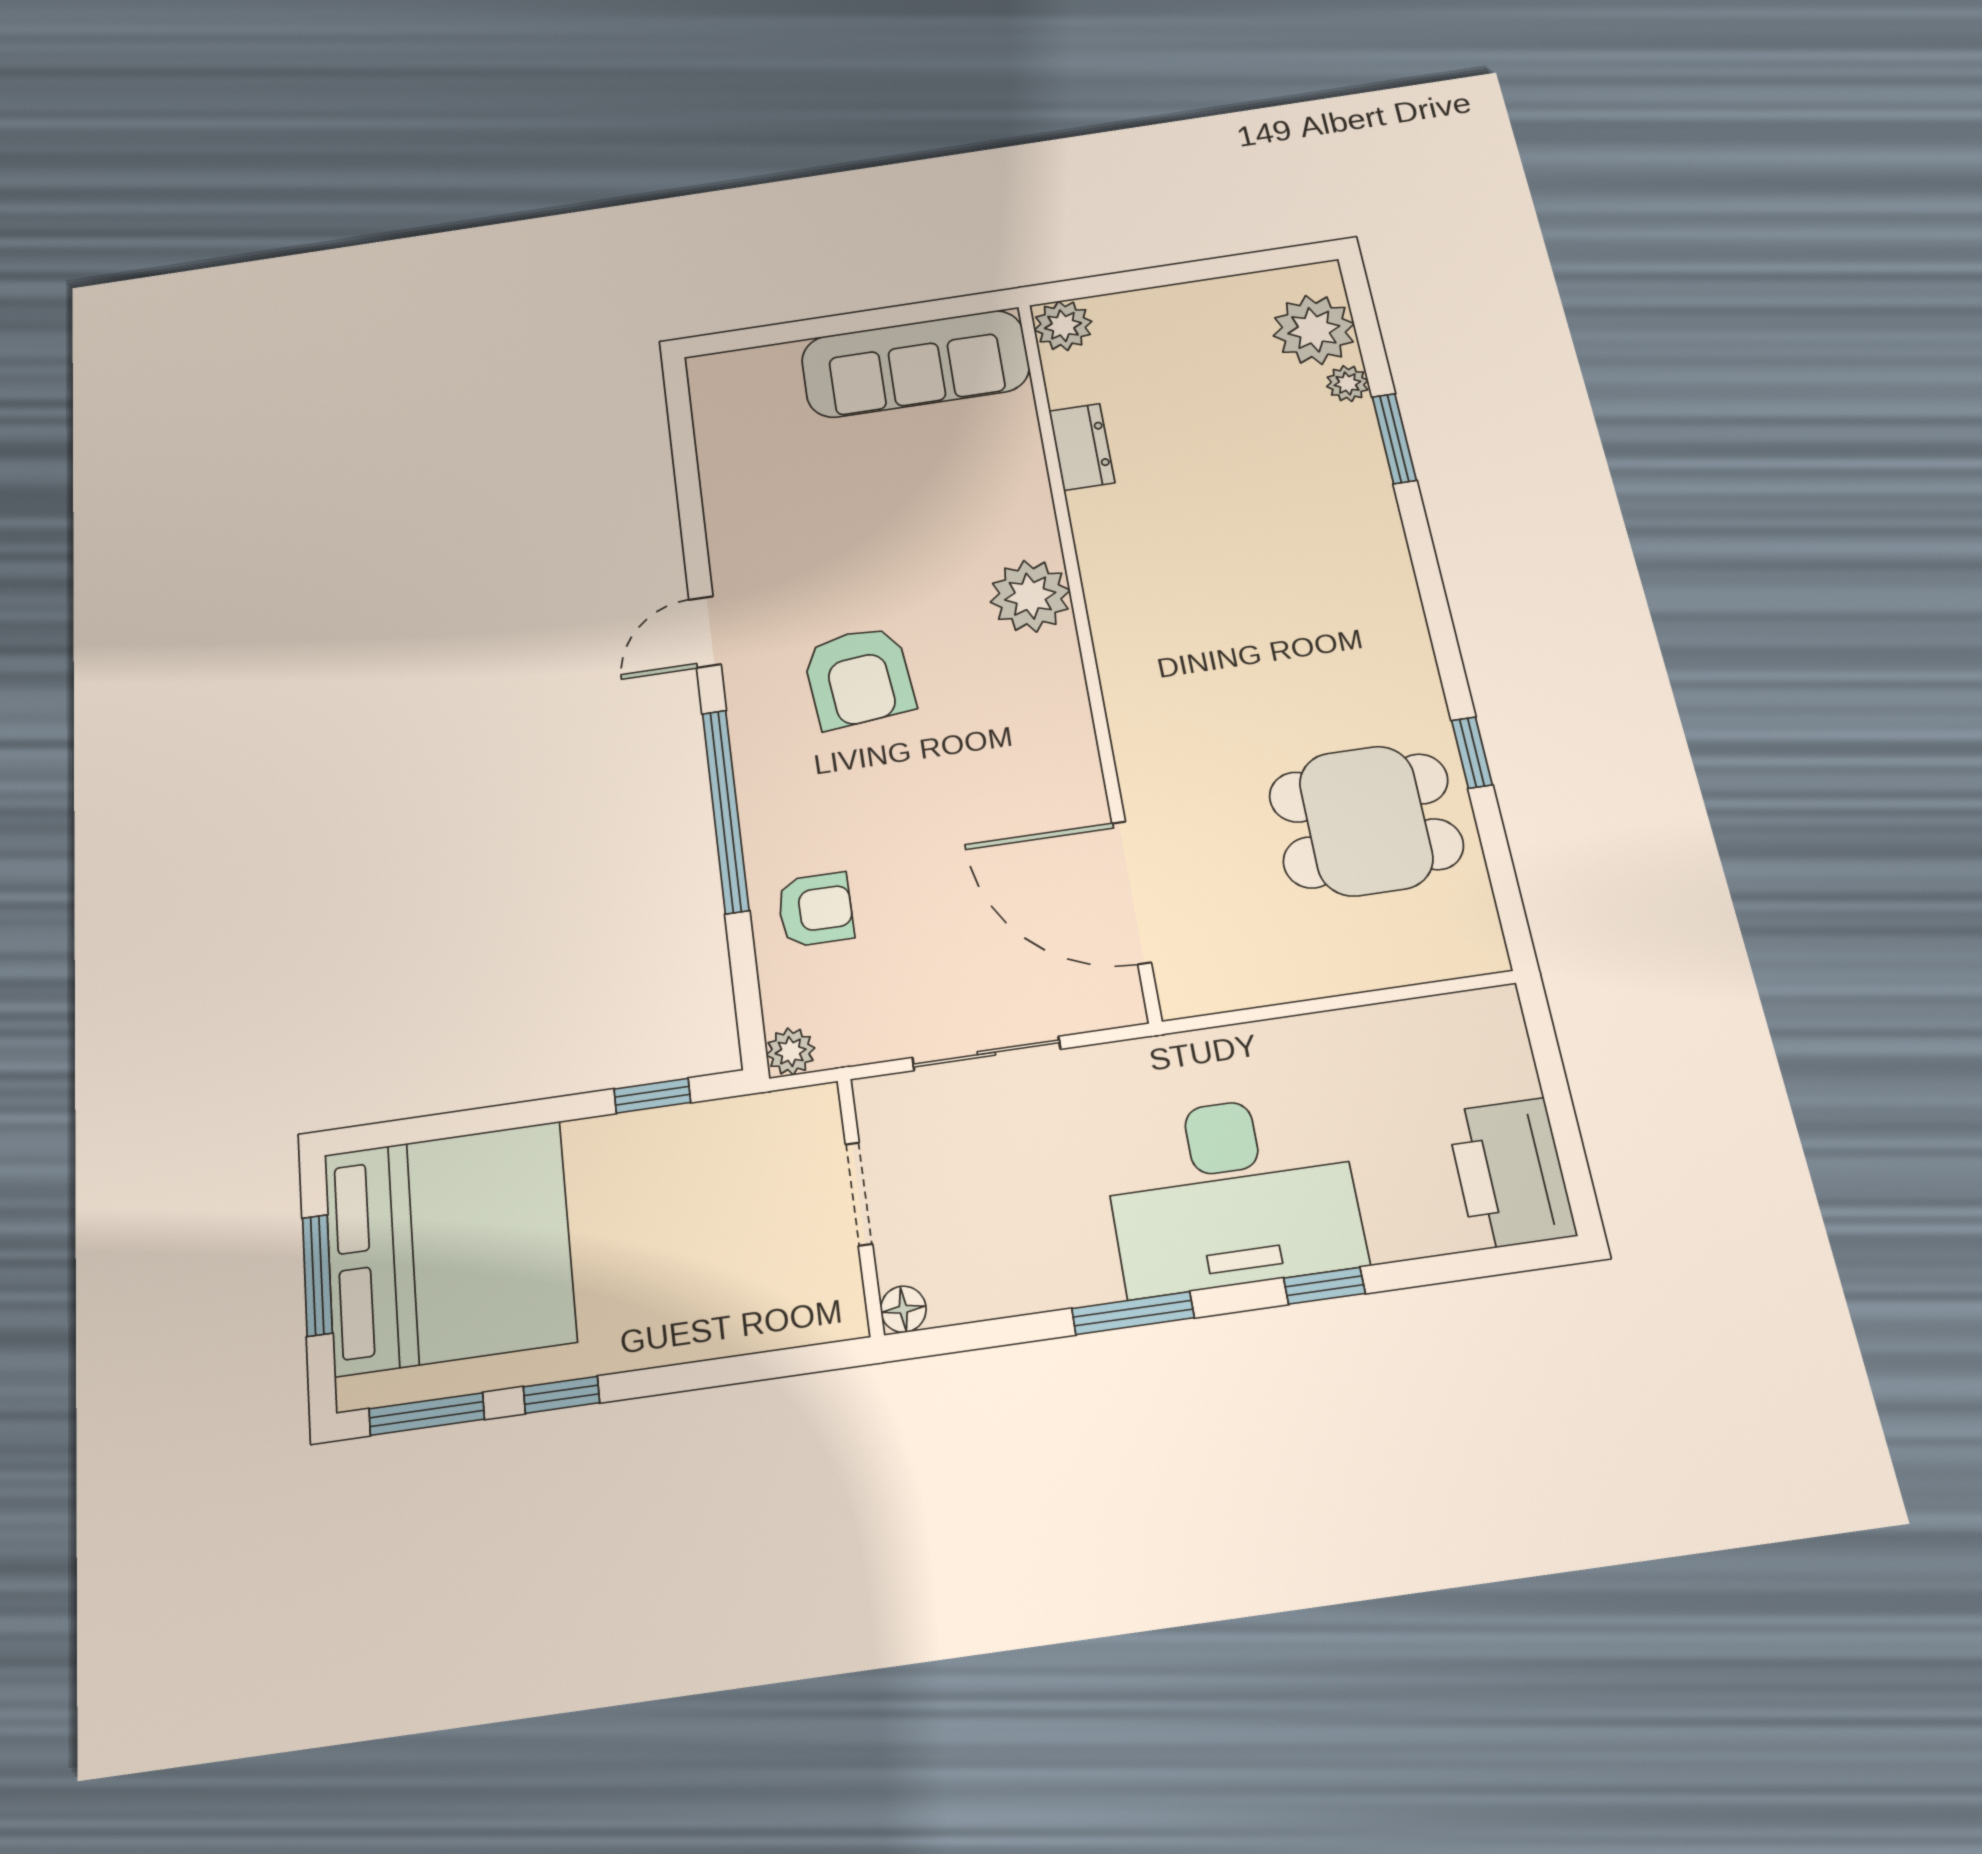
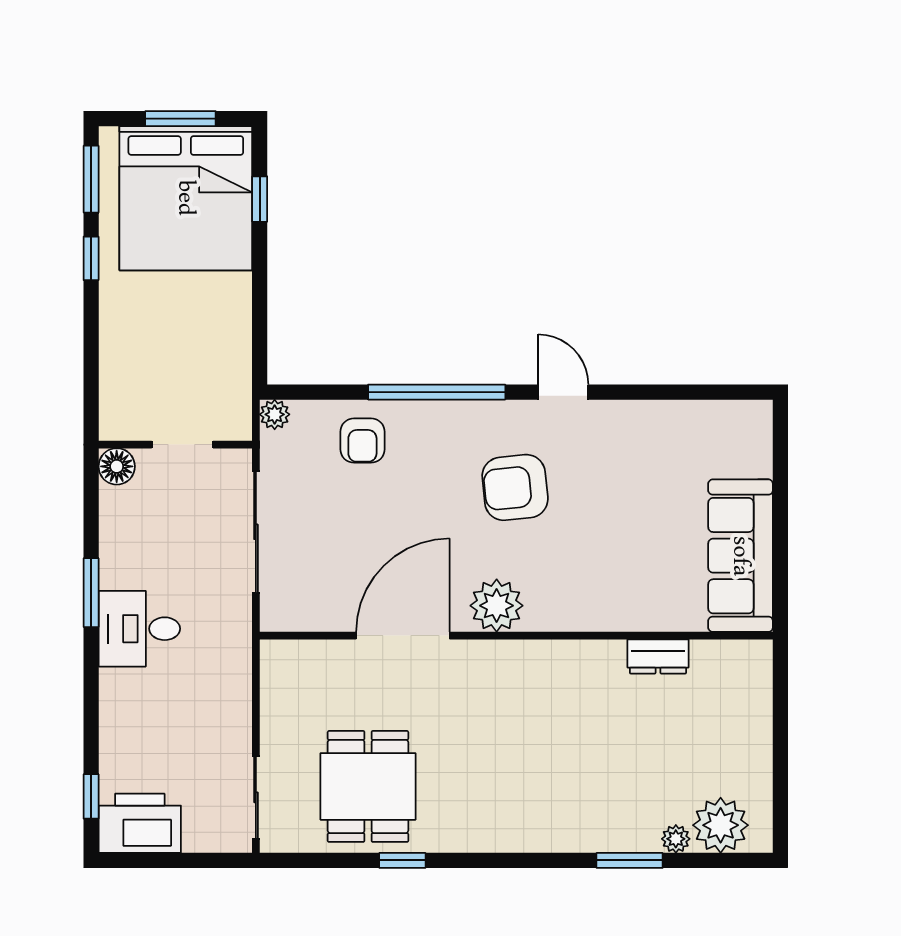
plant: (1063, 326) -> (753, 659), removed
plant: (1030, 596) -> (497, 606), moved
door: (1131, 892) -> (403, 636), moved
sliding door: (1423, 990) -> (256, 797), added
sliding door: (986, 1053) -> (256, 532), width x1.37
window: (652, 1096) -> (260, 199), moved
desk: (1232, 1193) -> (139, 629), width x0.53, depth x0.77
window: (1324, 1286) -> (91, 796), moved
floor lamp: (903, 1309) -> (117, 466), width x1.37, depth x1.37

